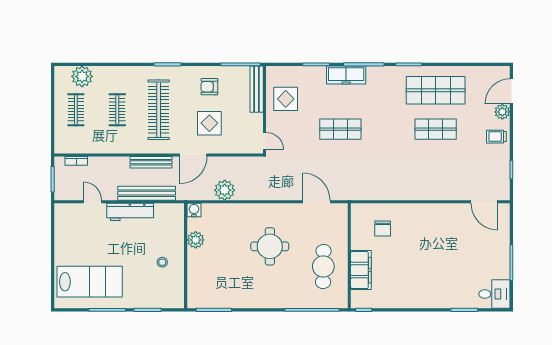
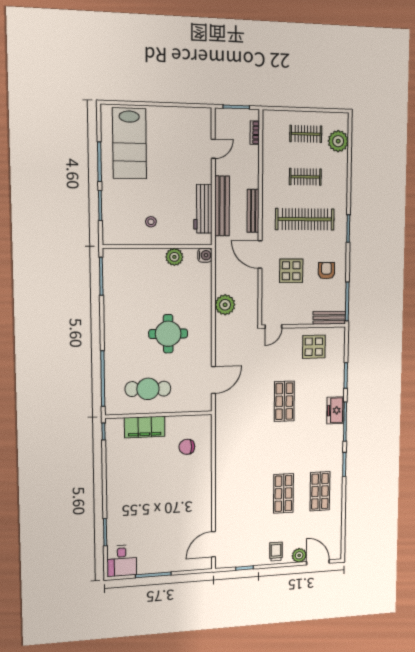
freezer: (346, 75) -> (335, 410), width x0.71
bench: (257, 89) -> (329, 318), width x0.73
shop shelf: (436, 90) -> (320, 491), width x0.70, depth x0.74
plant: (225, 190) -> (225, 305), moved
workbench: (130, 212) -> (203, 209), moved

